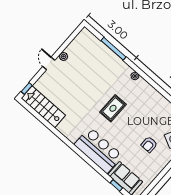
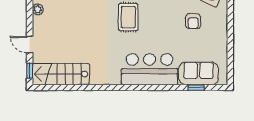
door: (49, 63) -> (30, 45), moved

